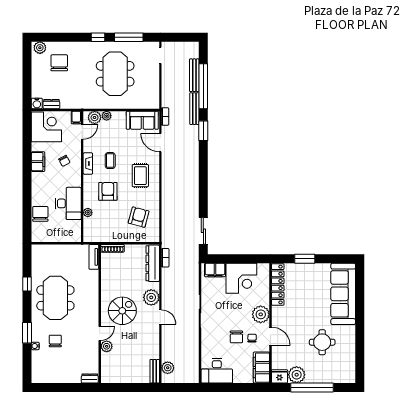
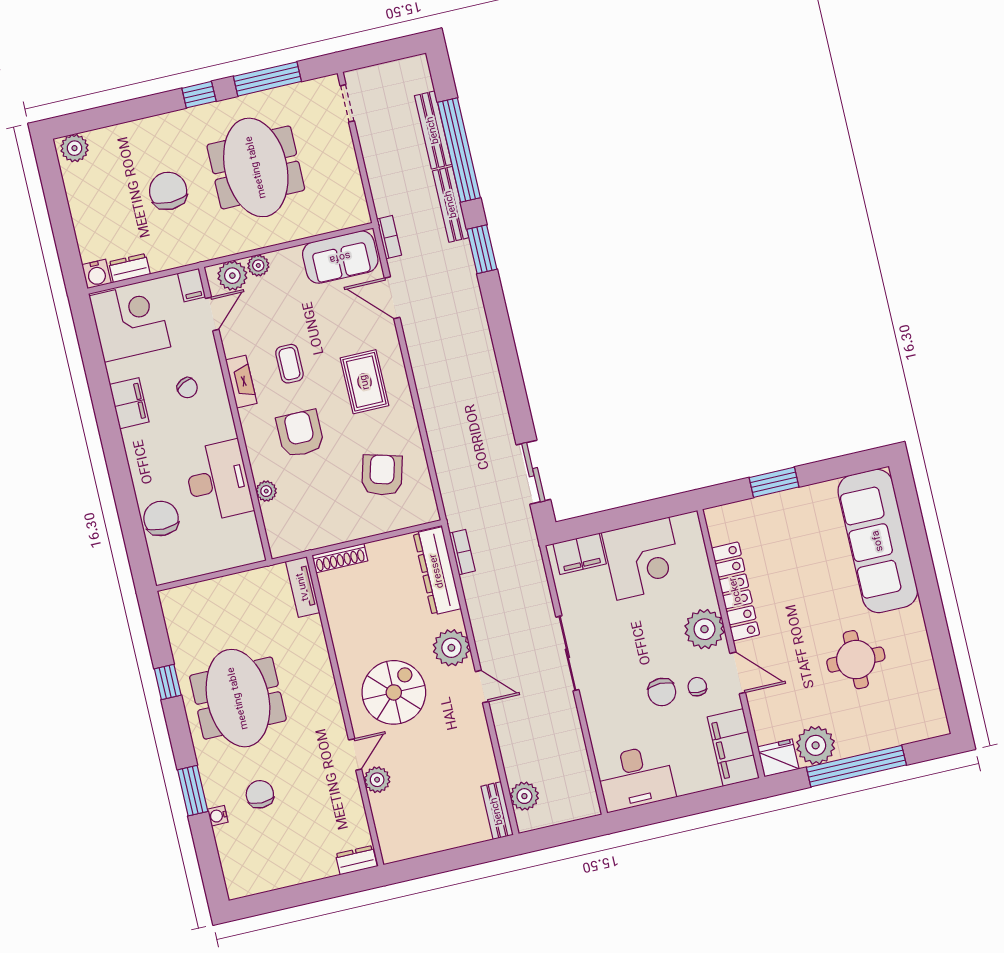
chair: (59, 63) -> (168, 191), moved
locker: (278, 284) -> (736, 591), moved

